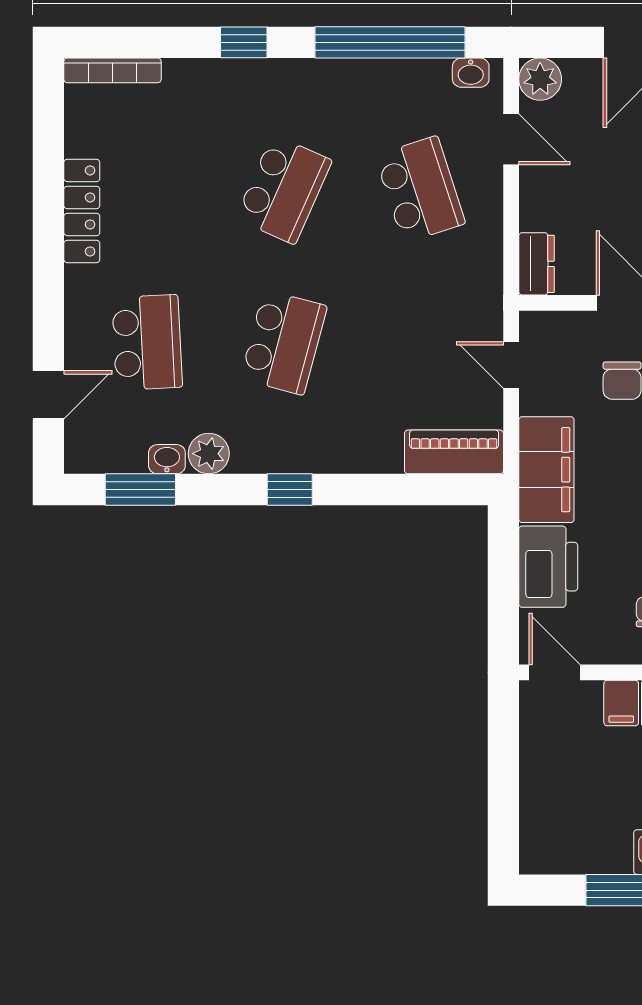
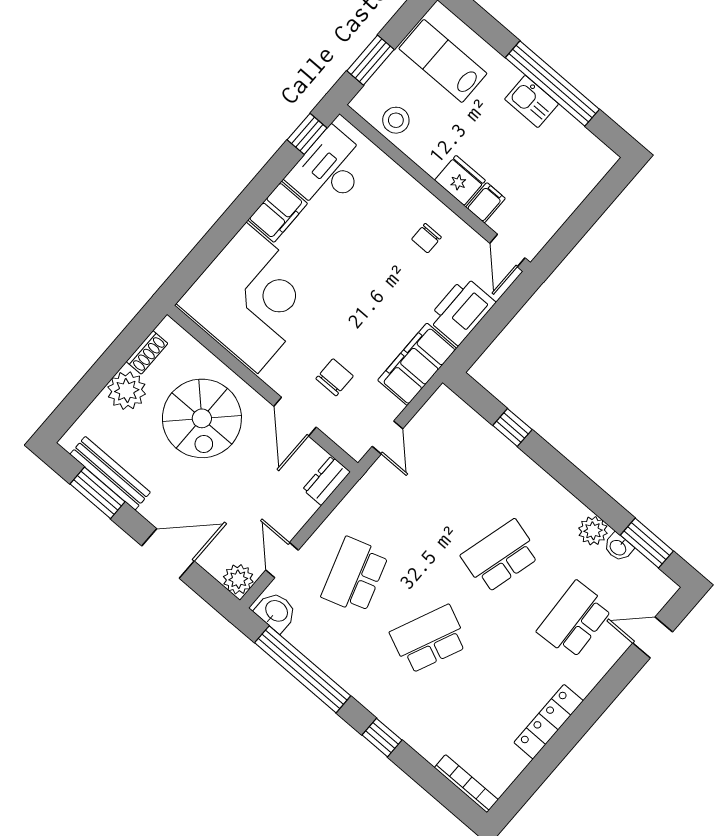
washbasin: (471, 73) -> (276, 612), width x1.38, depth x1.45
piano: (454, 452) -> (459, 417), removed
window: (290, 490) -> (512, 427), moved

